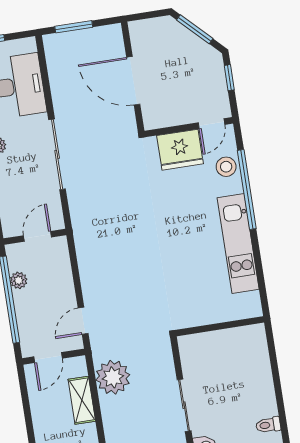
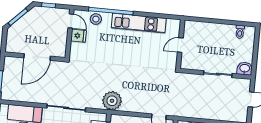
fridge: (180, 150) -> (78, 36), width x0.53, depth x0.75
door: (218, 326) -> (180, 45), added
plant: (113, 377) -> (112, 101), moved

